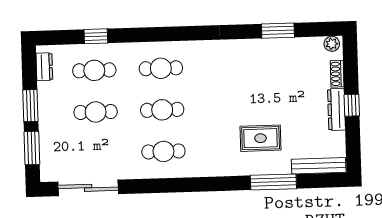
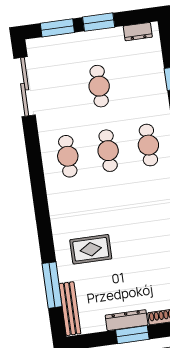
cafe table: (94, 70) -> (139, 81), removed
window: (352, 105) -> (132, 335), width x1.50
rug: (261, 138) -> (91, 249), turned 90
window: (273, 182) -> (52, 285), moved

